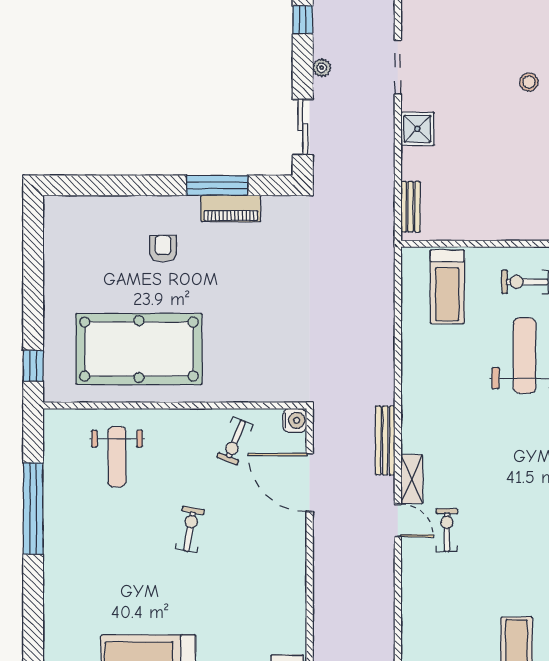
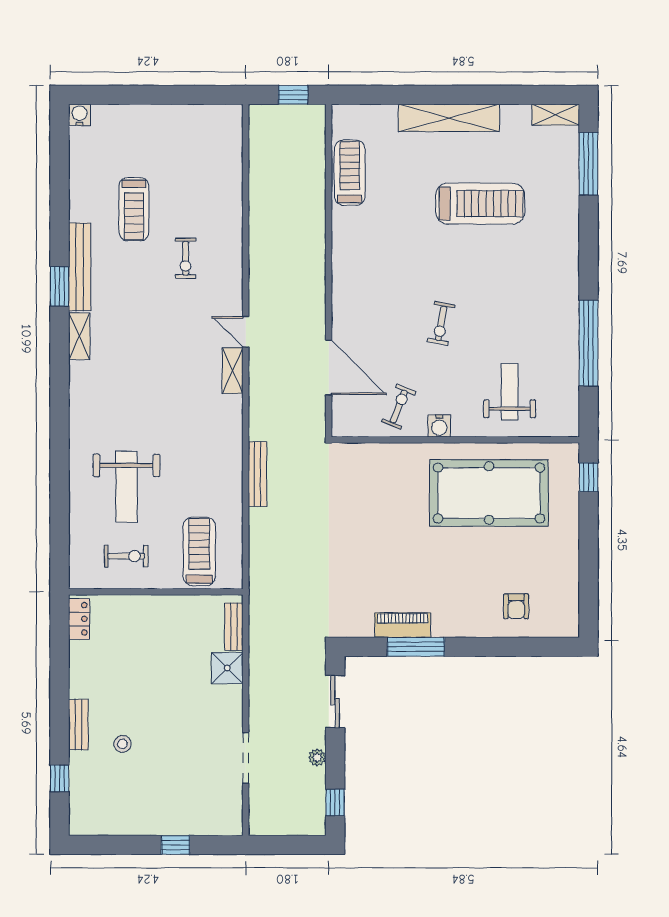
shower: (417, 129) -> (227, 668), moved
armchair: (163, 249) -> (516, 606), moved
water cooler: (295, 420) -> (439, 426), moved, turned -90
bench: (385, 440) -> (258, 474), moved
exercise bike: (447, 530) -> (186, 258), moved

